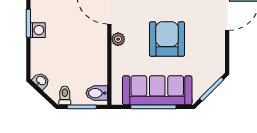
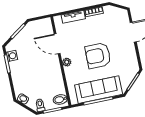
washing machine: (38, 30) -> (12, 56), moved
armchair: (167, 39) -> (98, 56), turned -90

